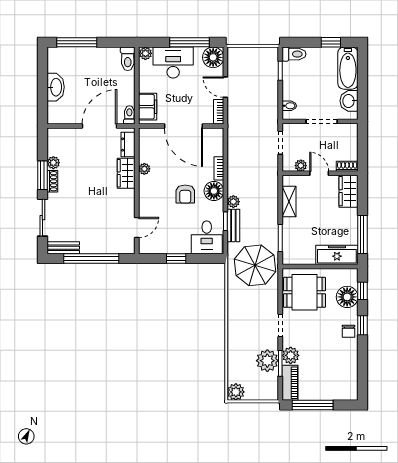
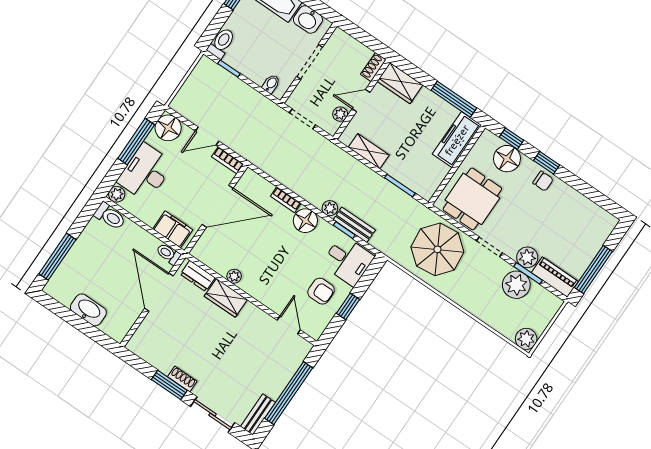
plant: (53, 163) -> (164, 365), removed
armchair: (185, 194) -> (321, 291), moved
parasol: (255, 265) -> (437, 249), moved

